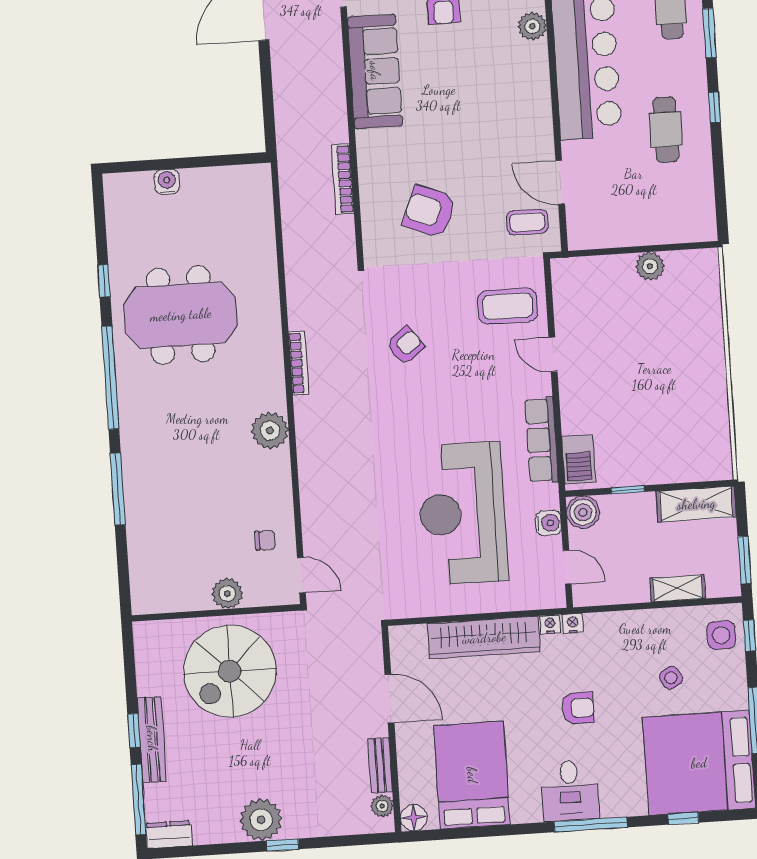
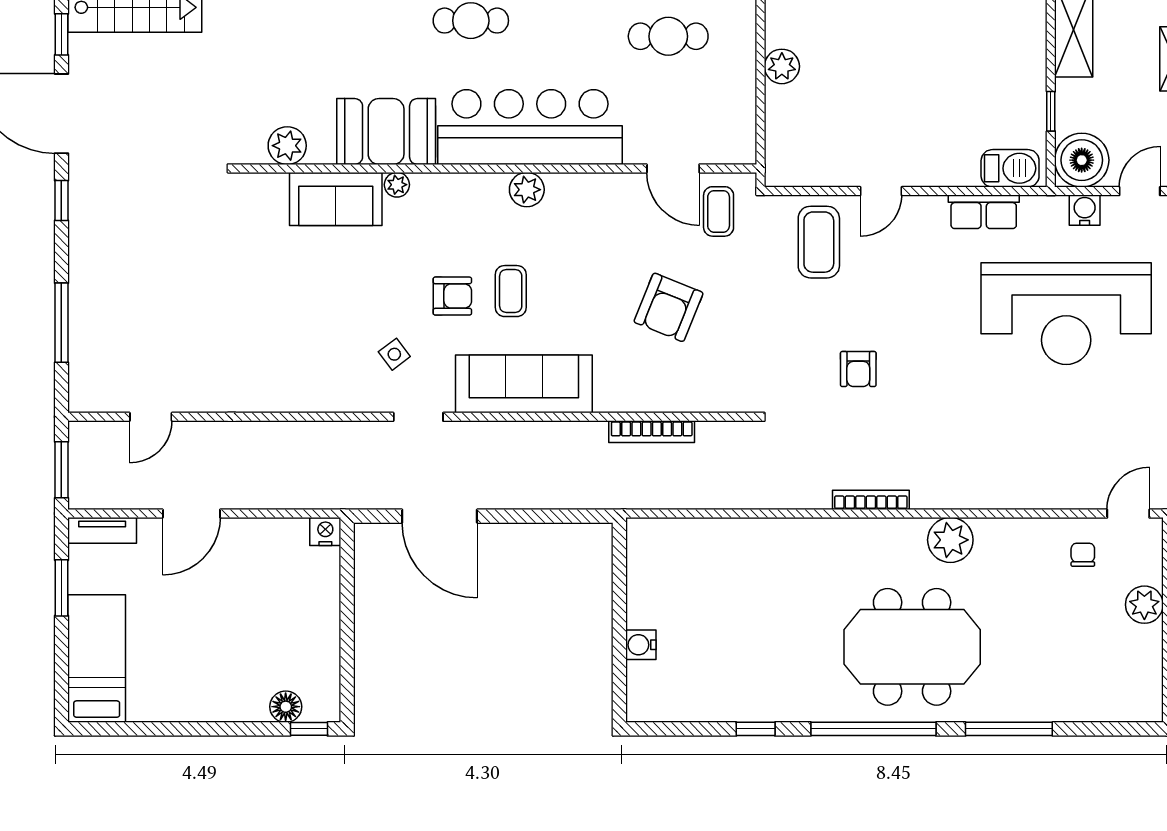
plant: (532, 26) -> (527, 190), moved
coffee table: (451, 56) -> (511, 291), added
cafe table: (666, 130) -> (668, 36), moved
door: (560, 182) -> (673, 168), hinge flipped
armchair: (429, 212) -> (668, 307), moved
meeting table: (181, 315) -> (912, 647), moved, turned 90
armchair: (405, 346) -> (858, 369), turned -141
row of seats: (541, 440) -> (984, 212), width x0.68
boiler: (583, 512) -> (1082, 160), width x1.37, depth x1.37

